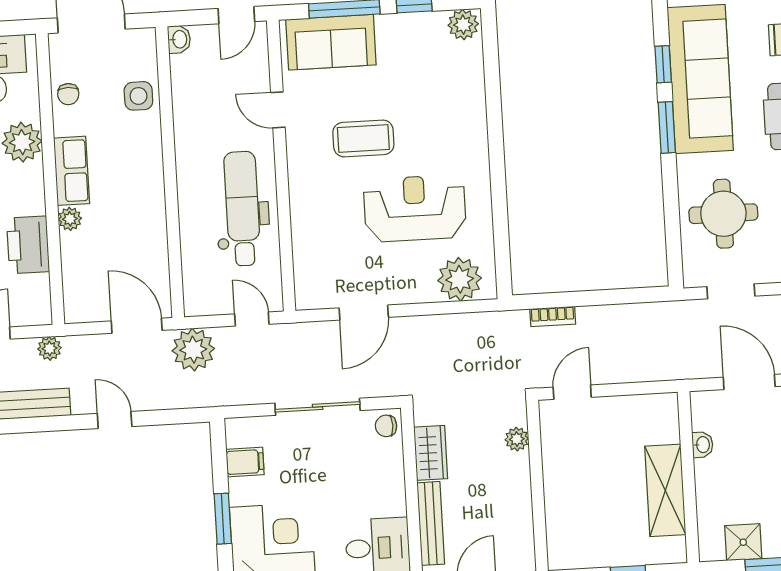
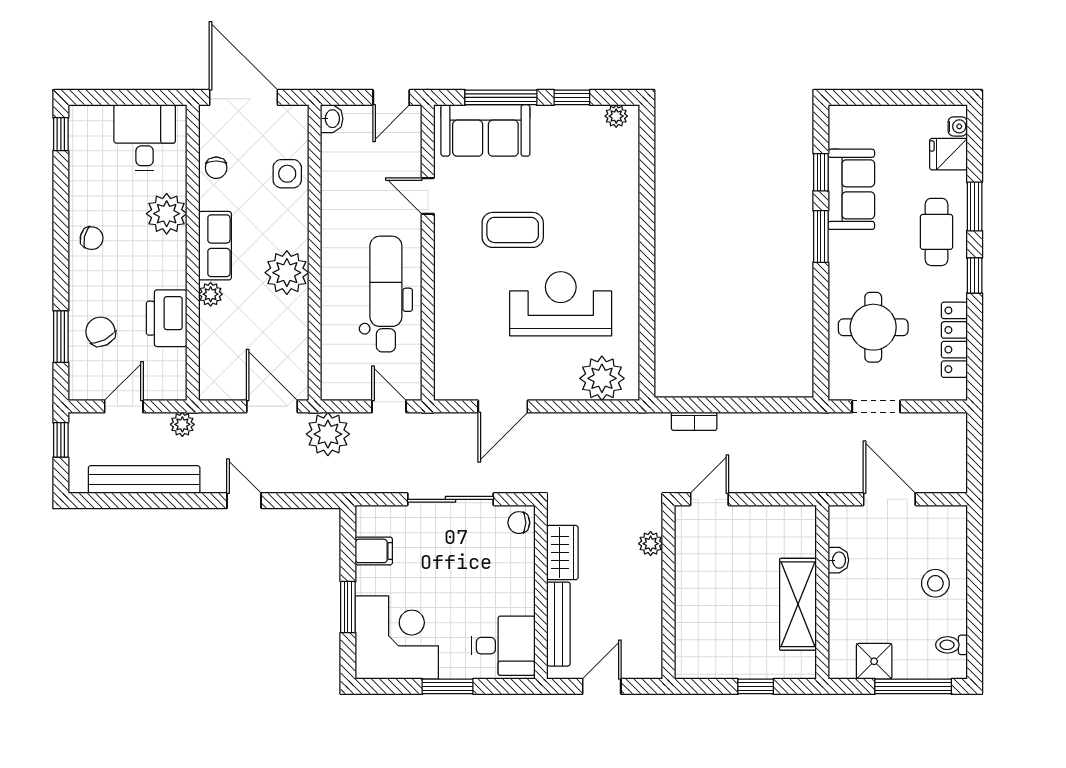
plant: (463, 25) -> (616, 116), width x0.73, depth x0.73
sofa: (700, 79) -> (851, 189), width x0.54, depth x0.79
plant: (144, 193) -> (287, 273), added

